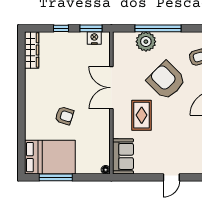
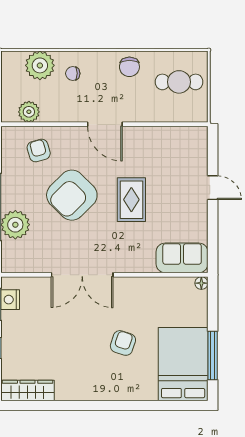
rug: (142, 115) -> (131, 200), moved, turned 90

